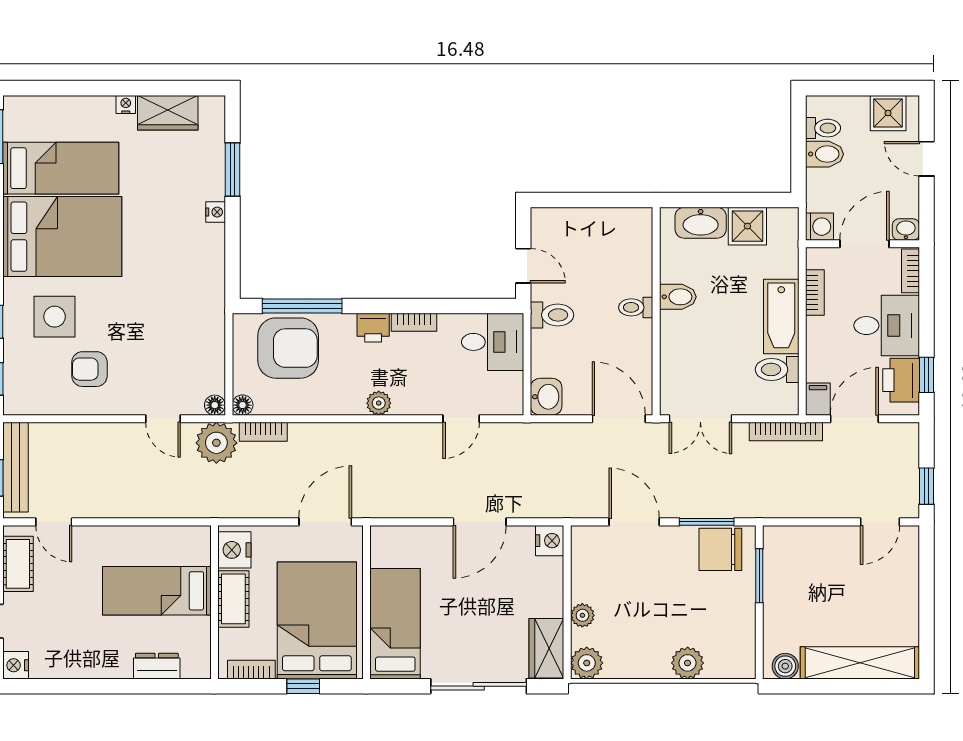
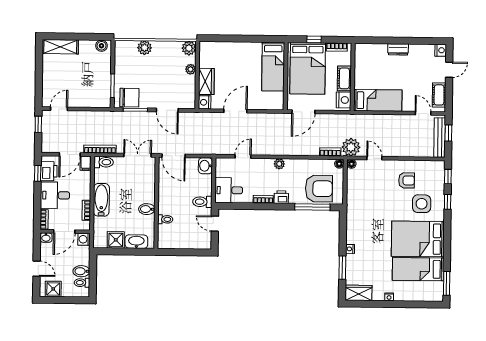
wardrobe: (168, 113) -> (358, 293), moved
toilet: (636, 307) -> (165, 219), moved
armchair: (288, 348) -> (319, 189), turned 180
toilet: (777, 369) -> (104, 162), moved
bed: (157, 591) -> (378, 100), moved
wardrobe: (546, 648) -> (206, 81), moved
shelving: (860, 663) -> (60, 47), width x0.68
dresser: (157, 666) -> (398, 49), moved
sliding door: (479, 686) -> (237, 39), removed

